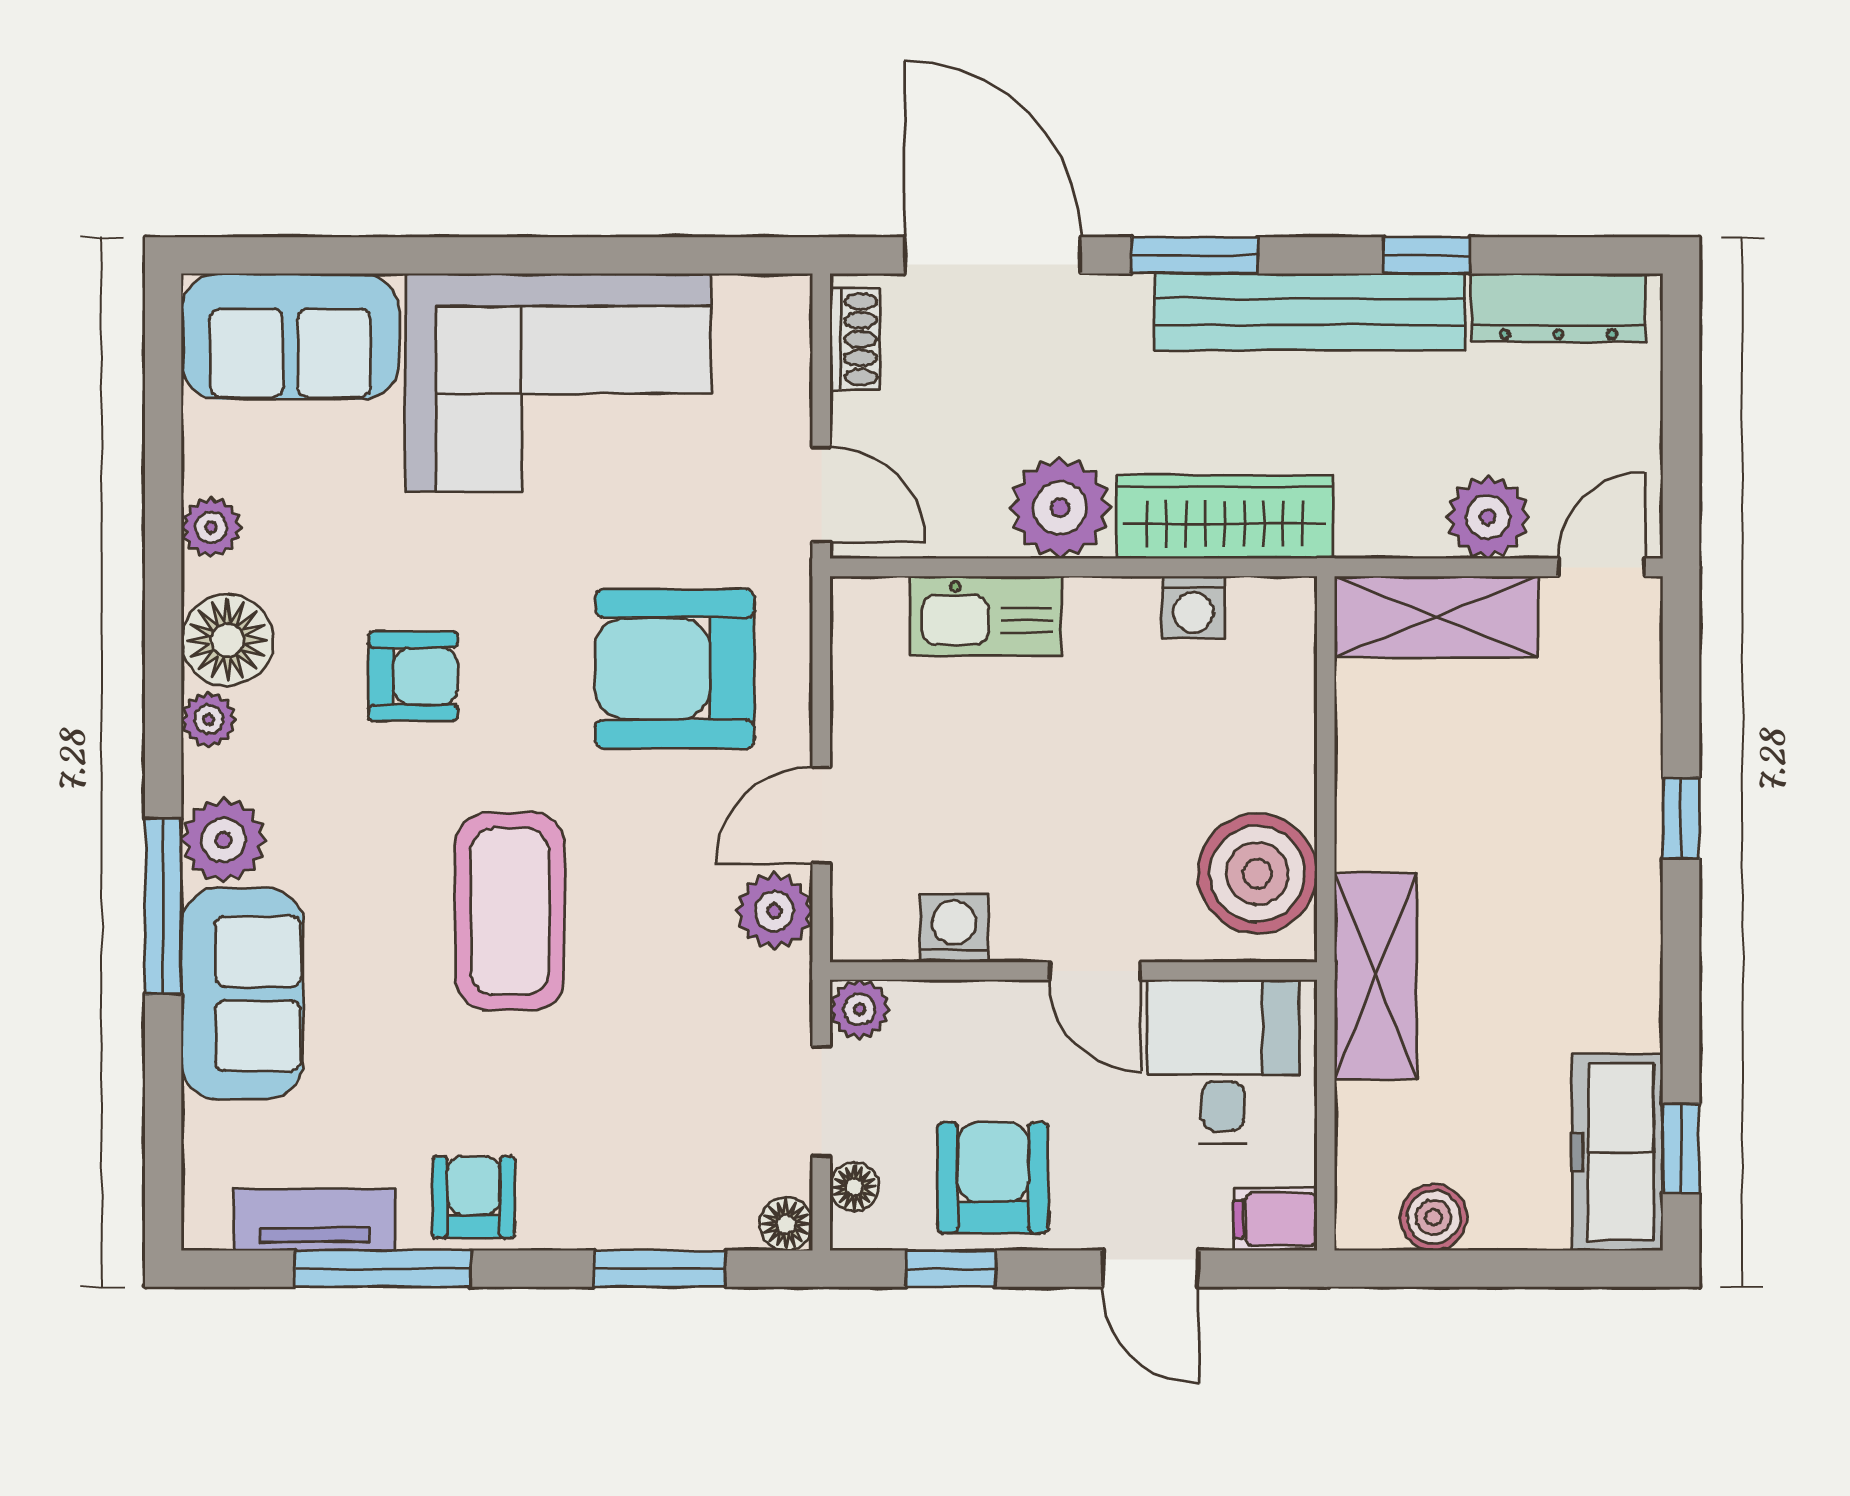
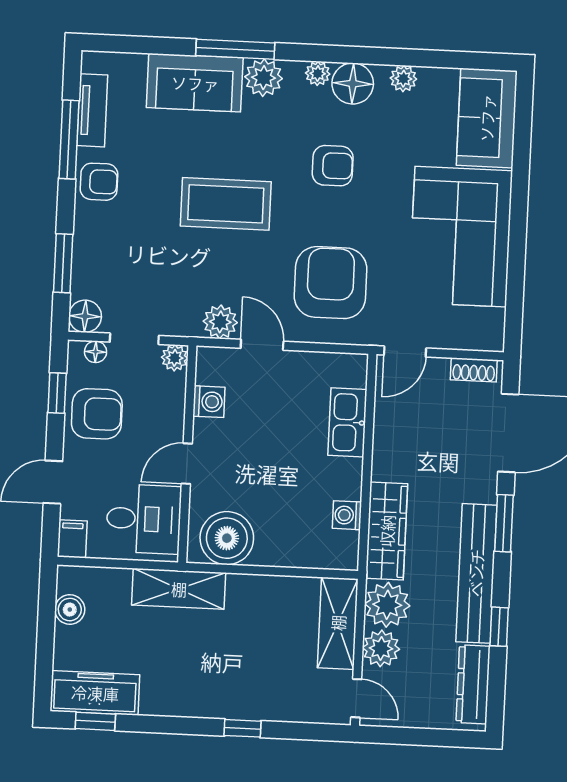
plant: (1060, 508) -> (387, 605), moved
armchair: (413, 676) -> (333, 166), turned -90
floor lamp: (786, 1224) -> (85, 316), width x1.37, depth x1.37

